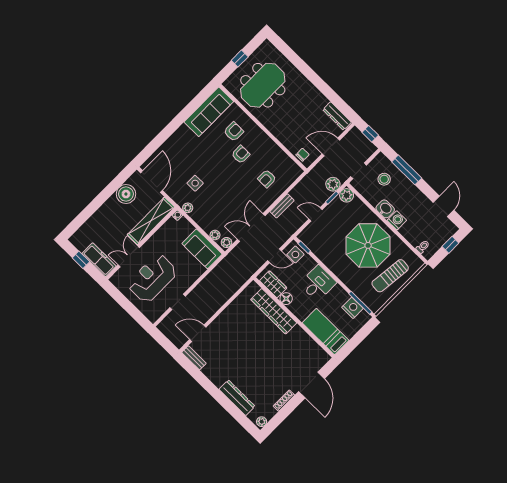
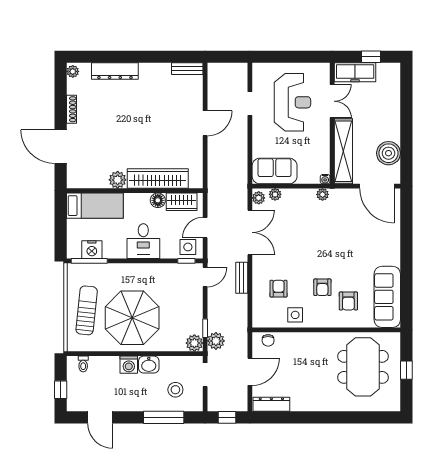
side table: (195, 183) -> (295, 315), moved
door: (315, 214) -> (205, 277), moved
door: (198, 333) -> (205, 123), moved
plant: (298, 333) -> (118, 180), added

